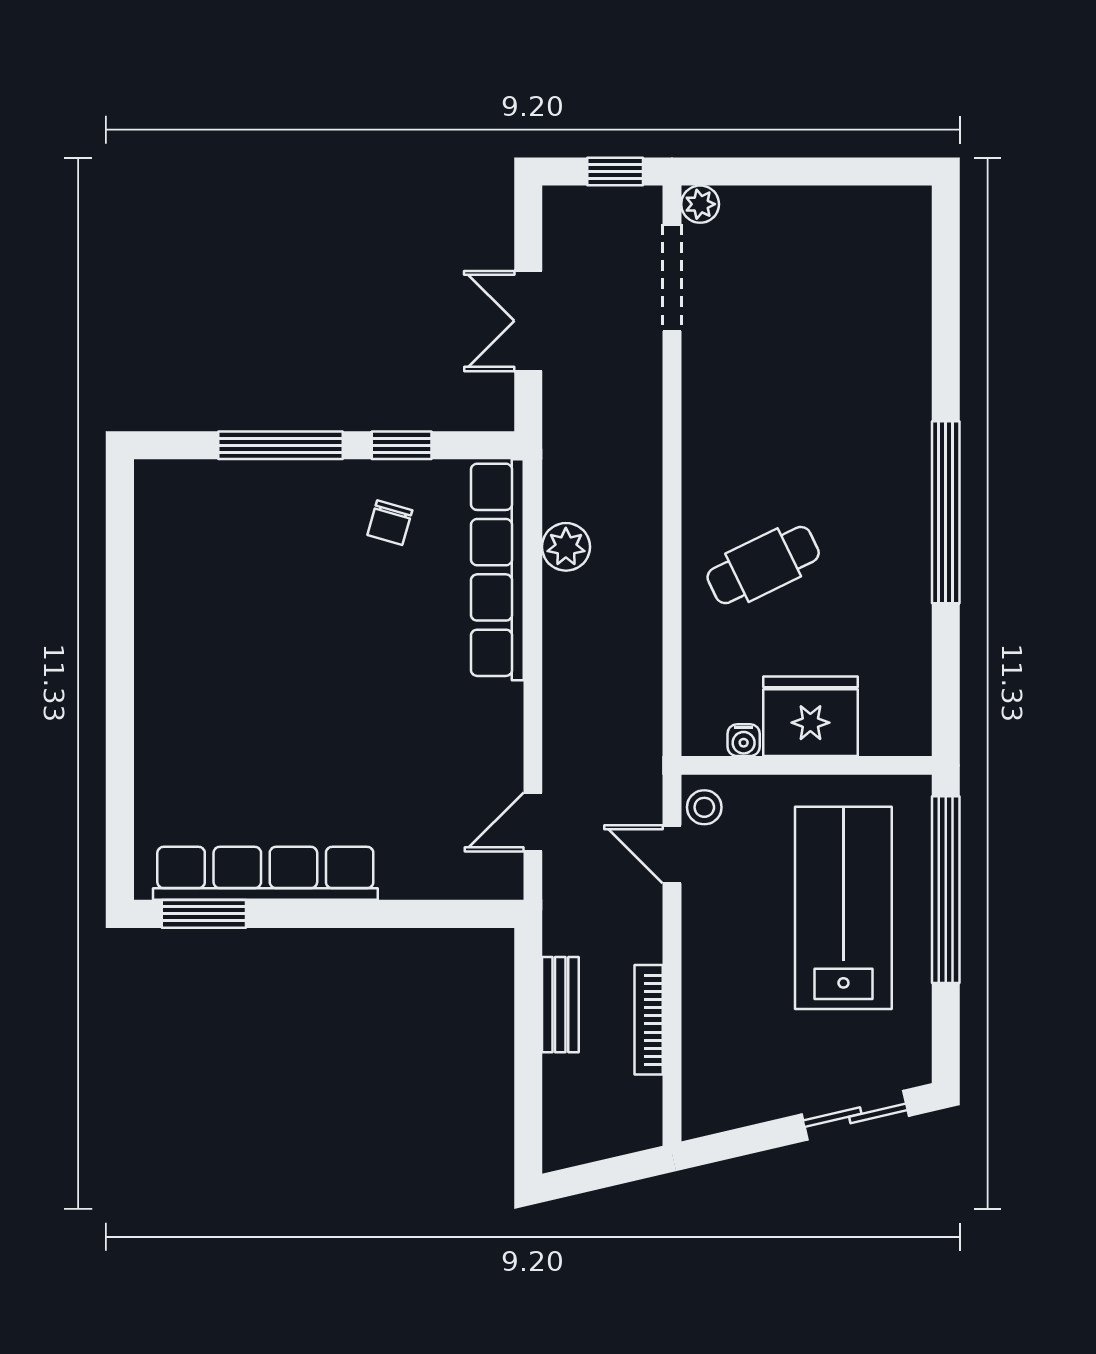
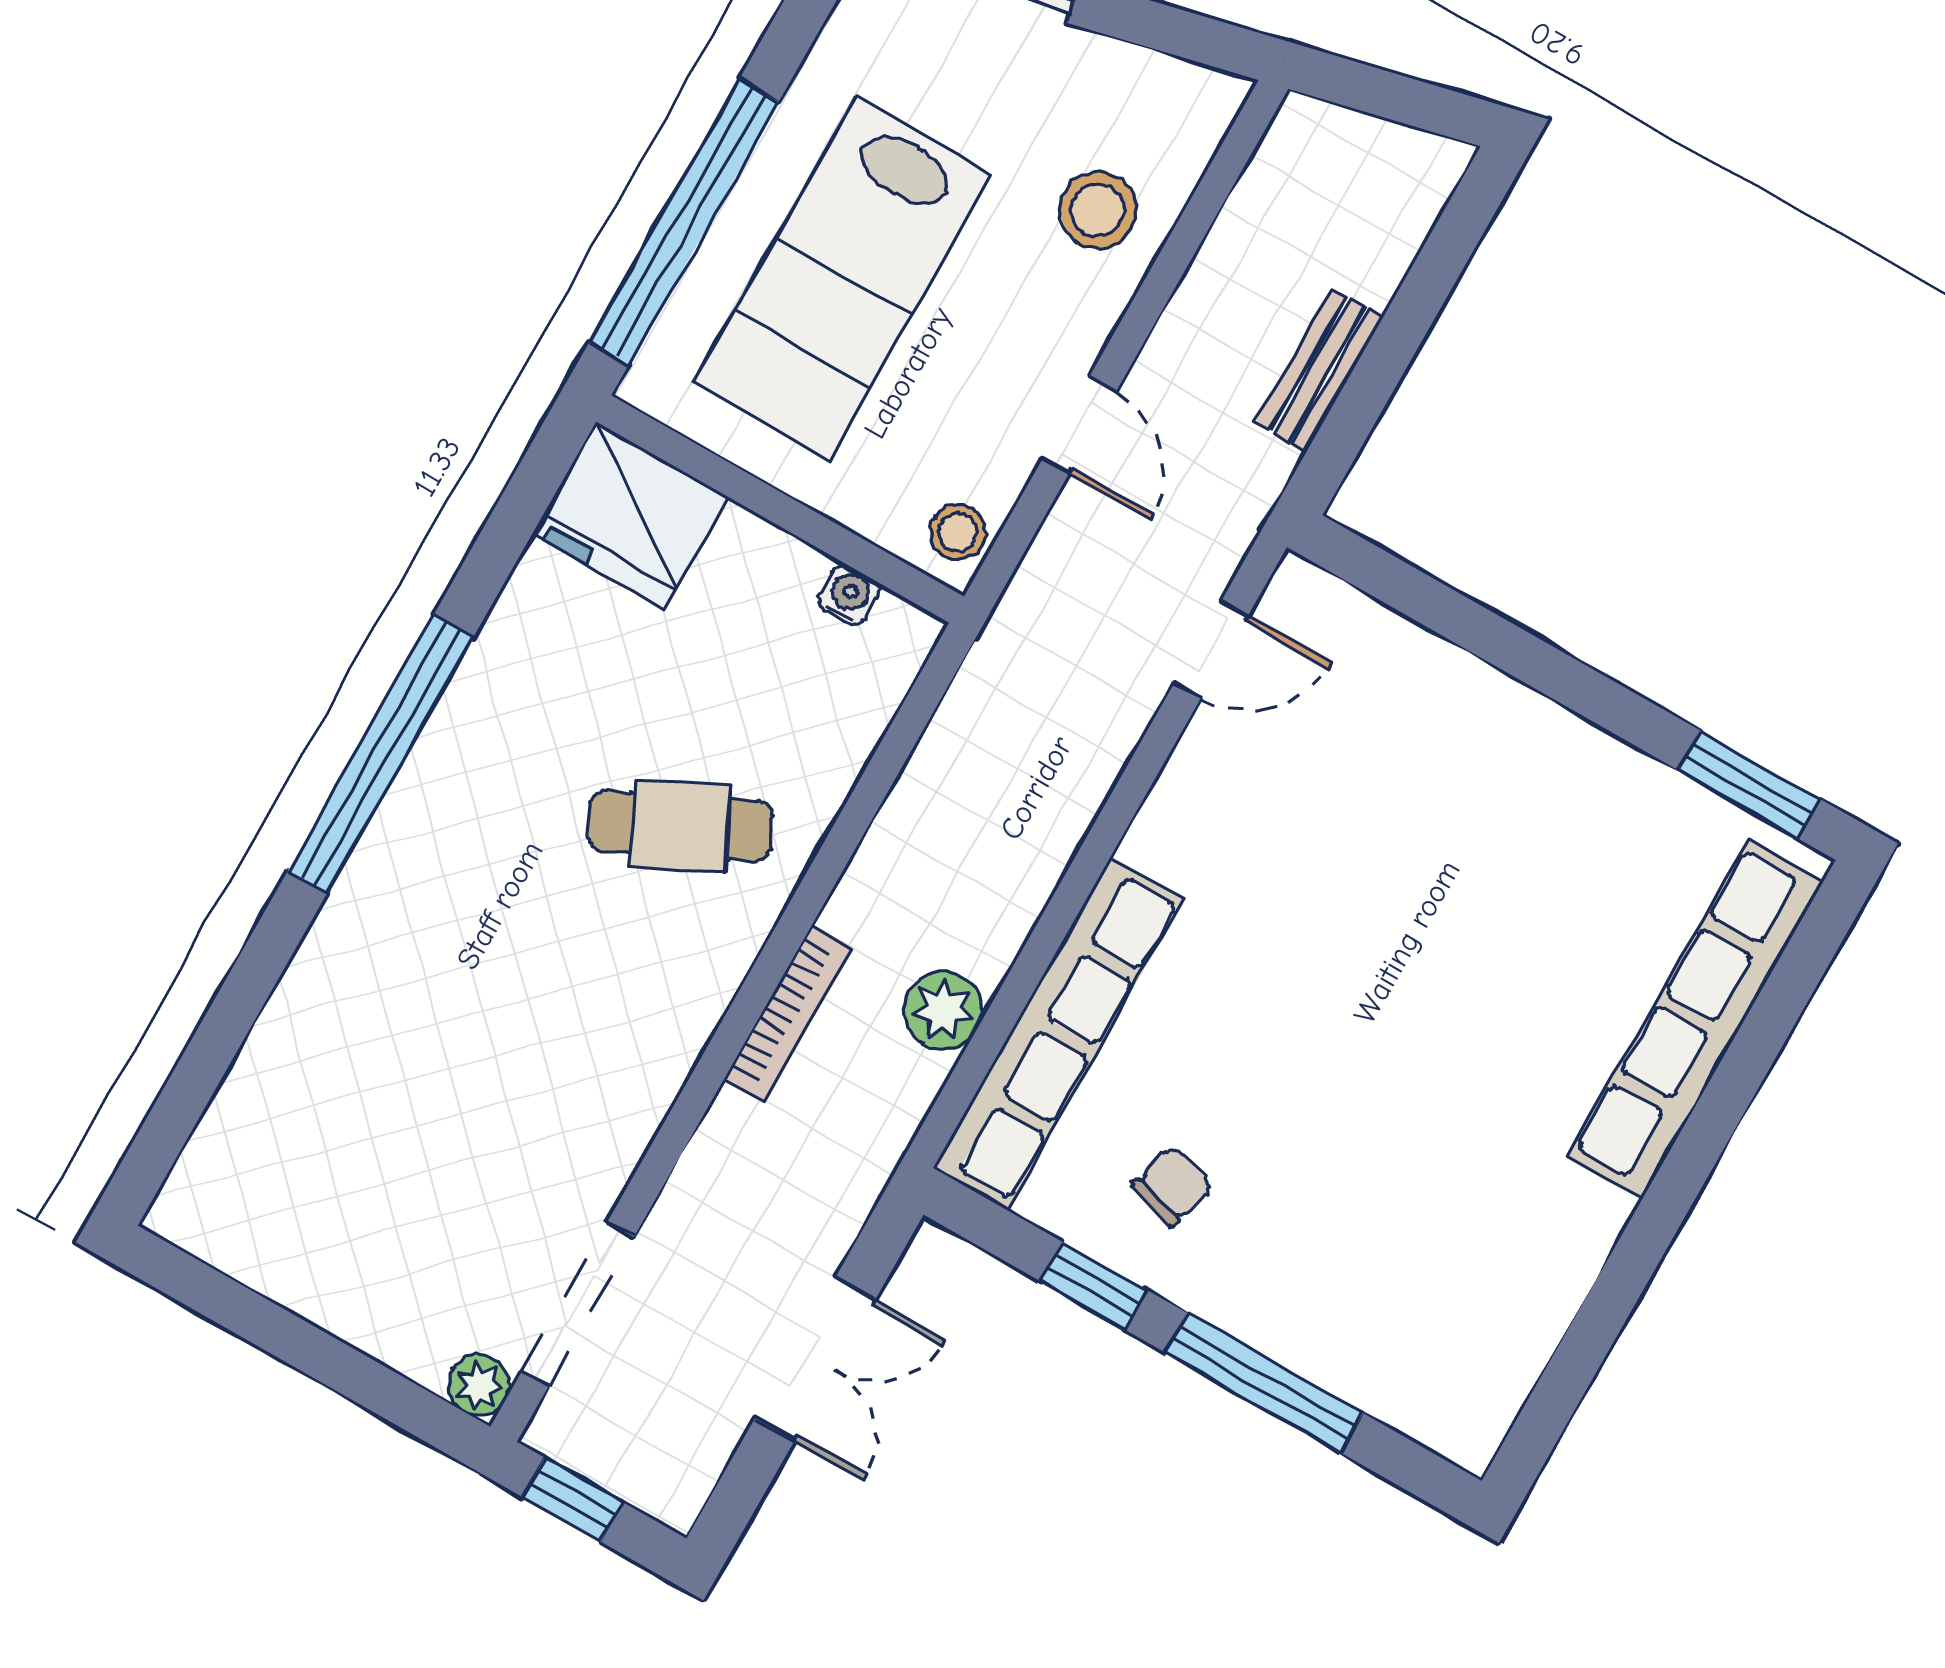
fridge: (810, 716) -> (630, 516), moved
door: (672, 854) -> (1079, 425), moved
row of seats: (265, 873) -> (1696, 1019), moved, turned 90
bookcase: (649, 1020) -> (788, 1013), moved
stool: (728, 1022) -> (1098, 210), added

